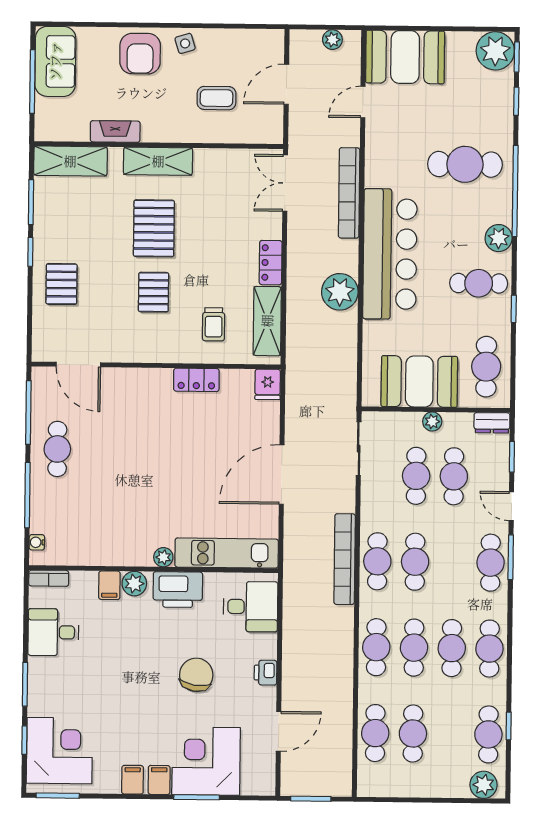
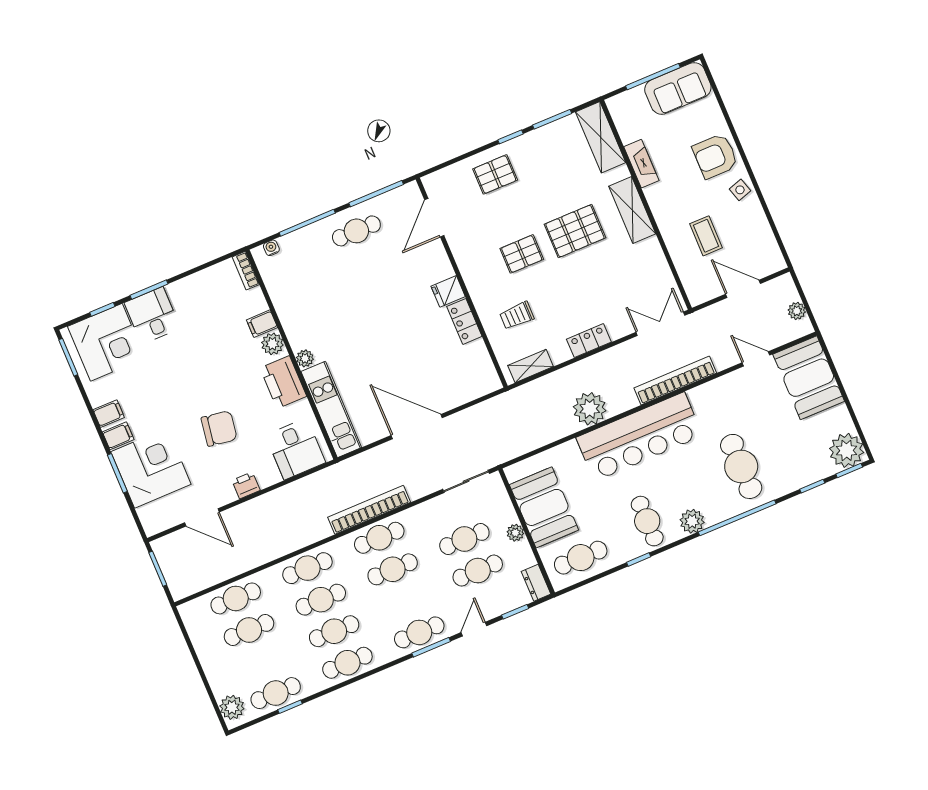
shelving: (267, 321) -> (531, 366), width x0.67, depth x0.75
fridge: (268, 384) -> (448, 291), moved
desk: (53, 632) -> (152, 315), moved

